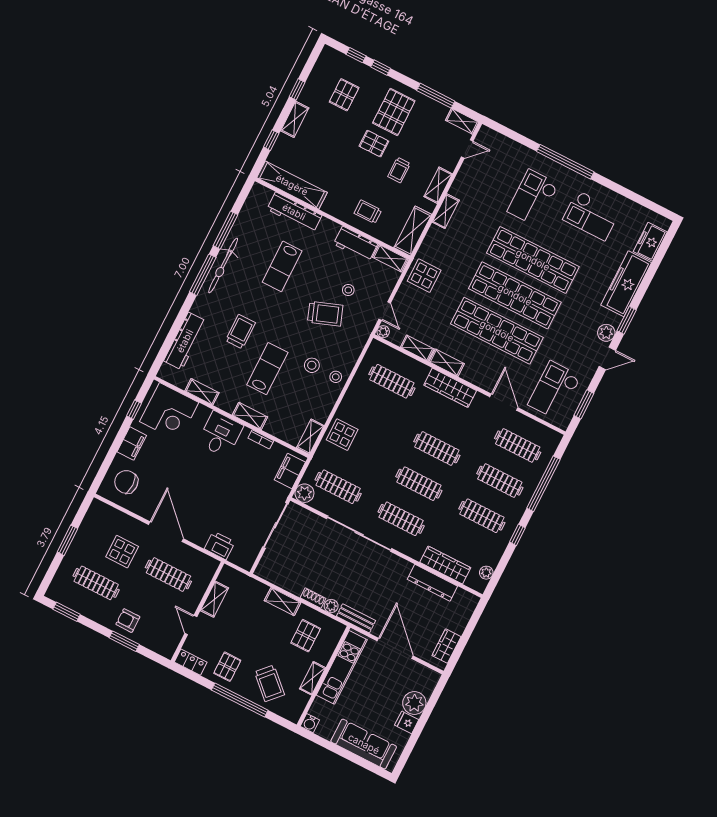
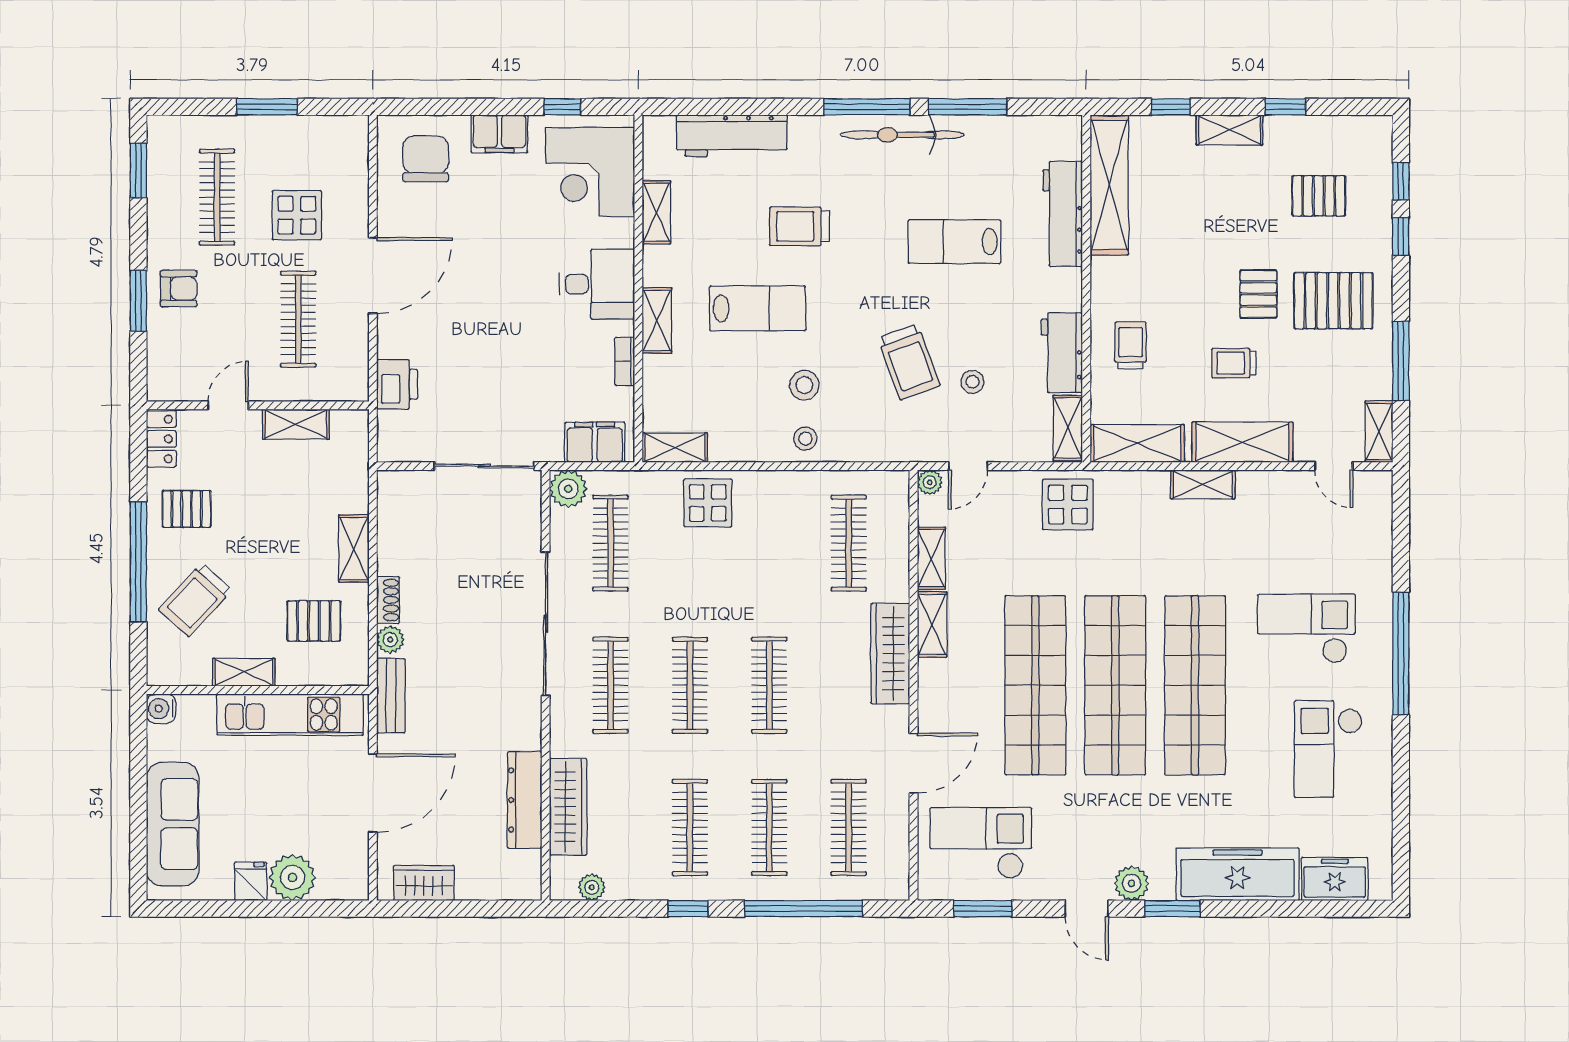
shelving: (438, 185) -> (1242, 442), width x1.50, depth x1.33
trolley: (240, 332) -> (799, 226), turned 180
armchair: (128, 621) -> (179, 288), turned 90

